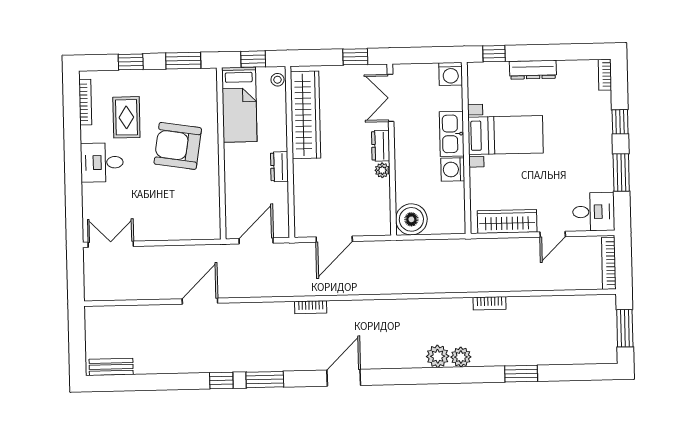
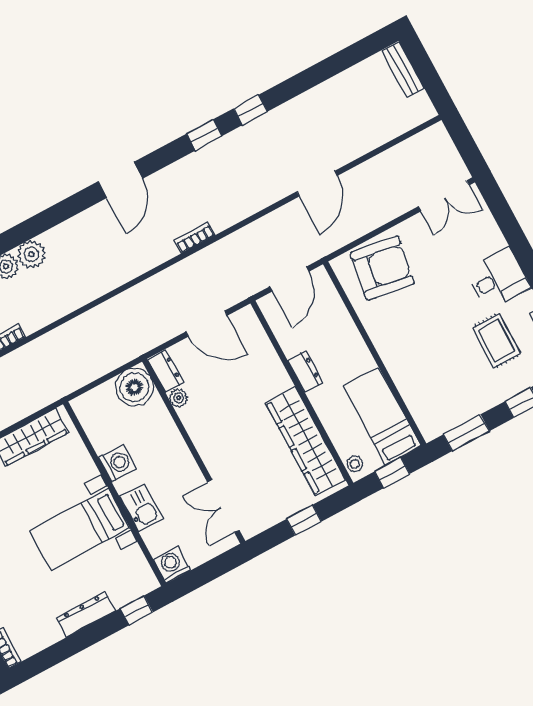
window: (355, 57) -> (304, 520), moved
double door: (391, 98) -> (223, 506), swing flipped
kitchen sink: (452, 134) -> (142, 508), width x0.73
armchair: (178, 146) -> (382, 268), moved
dresser: (381, 146) -> (166, 371), moved
plant: (382, 170) -> (178, 398), moved
door: (334, 239) -> (207, 324), swing flipped
bench: (111, 367) -> (403, 70), moved, turned 90
window: (265, 380) -> (204, 135), width x0.67

